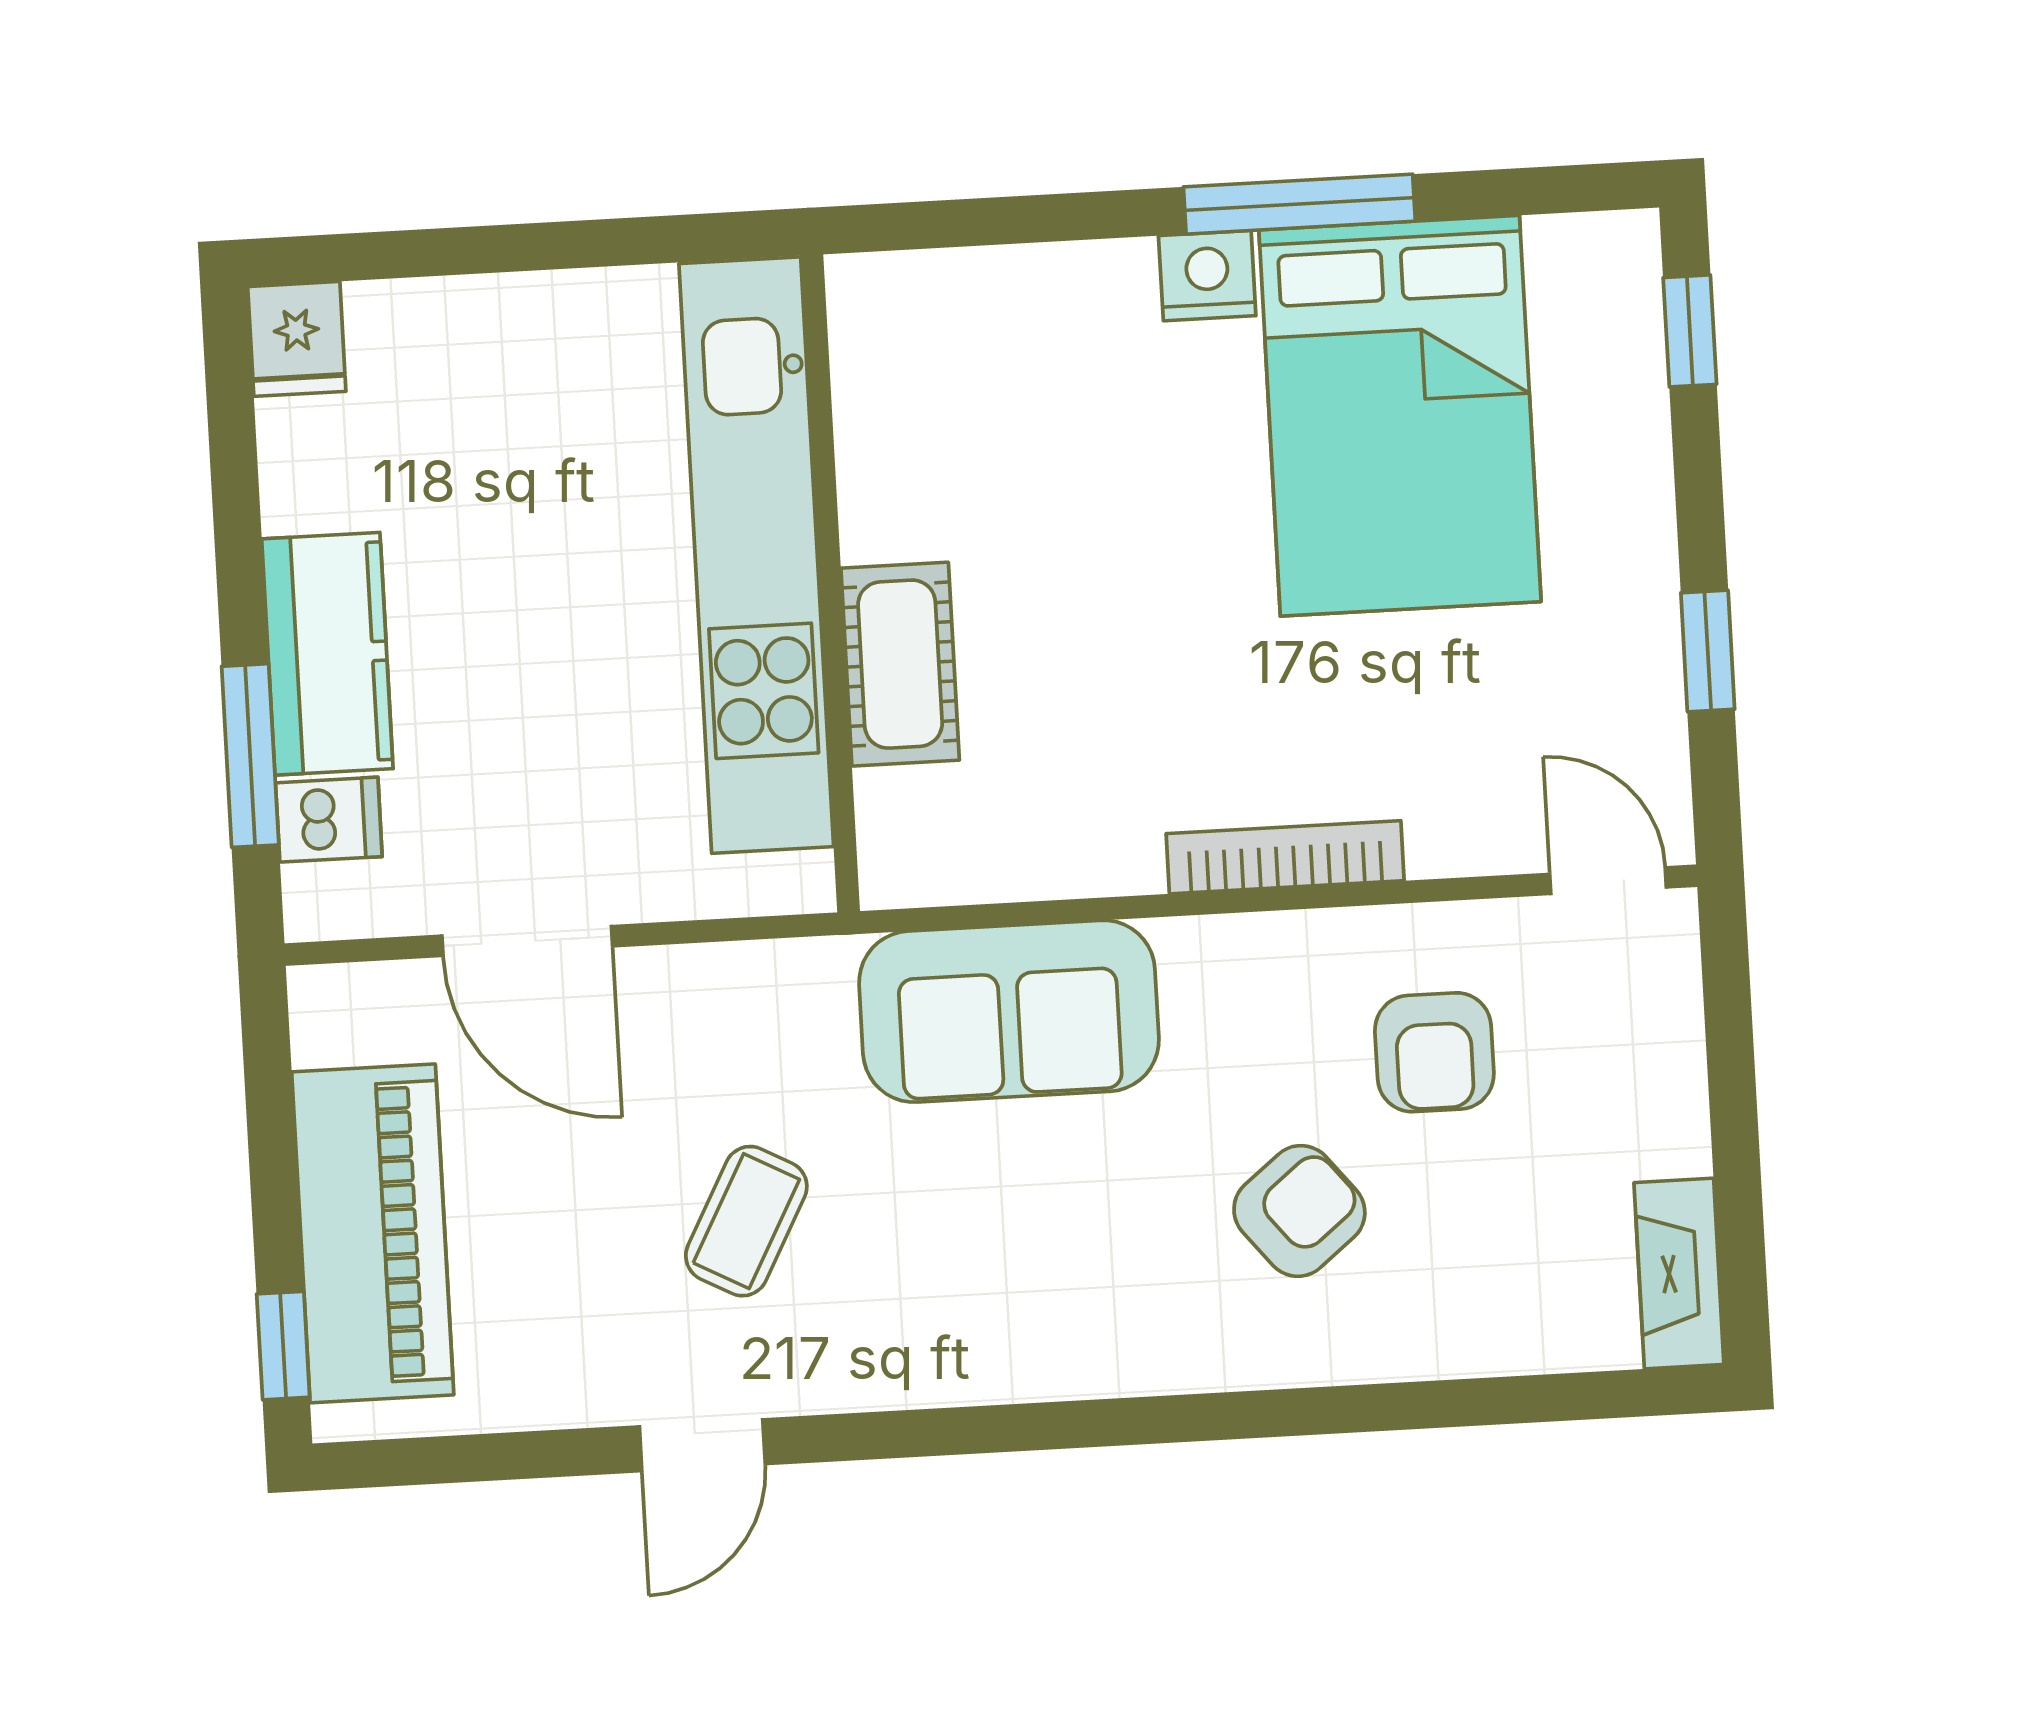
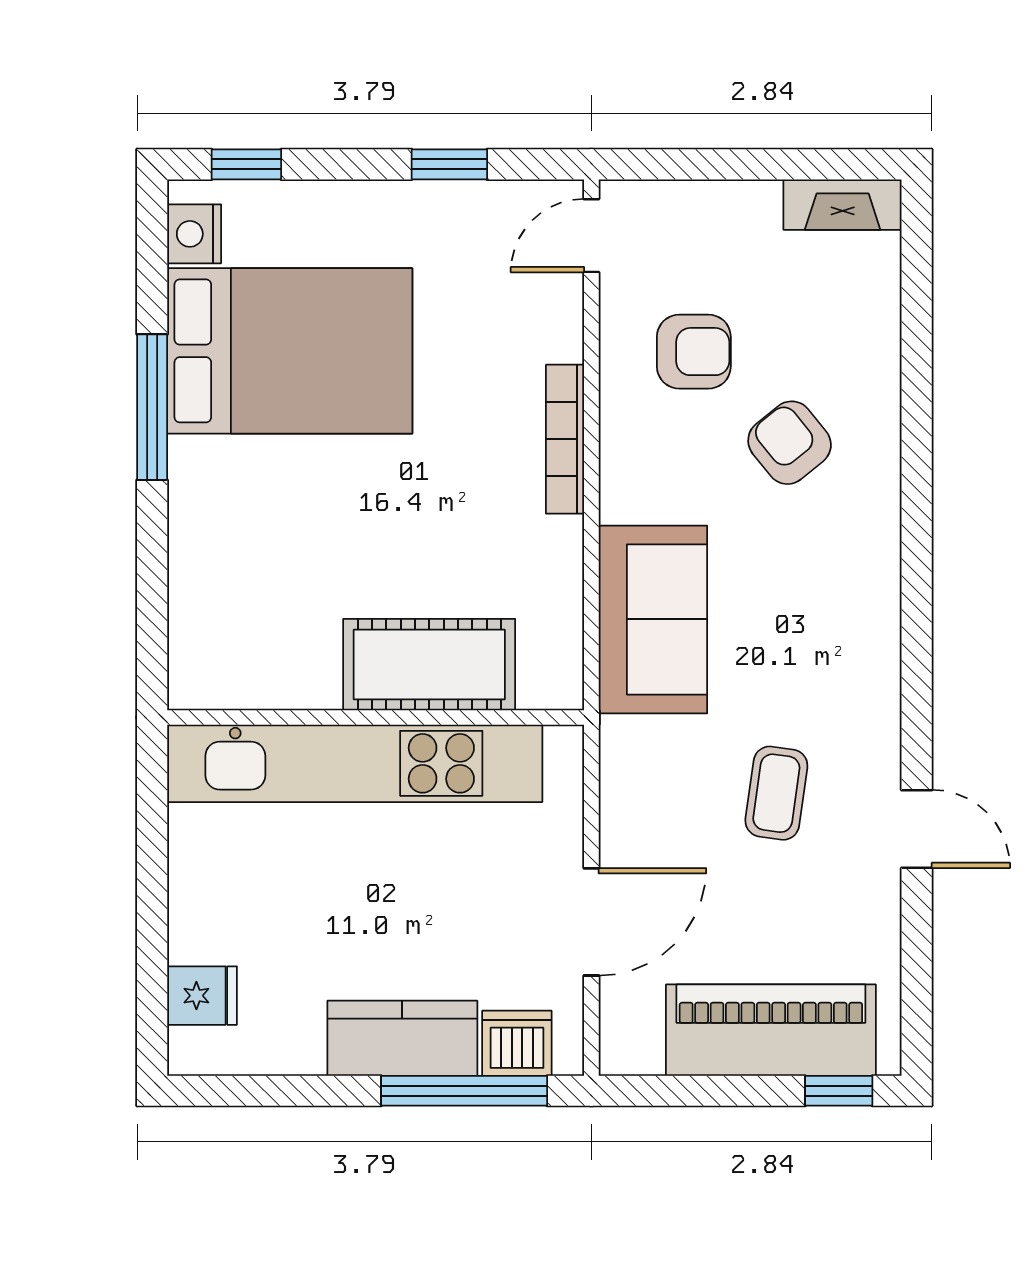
nightstand: (1207, 276) -> (194, 234), moved
fridge: (297, 339) -> (202, 996), moved
cot: (900, 664) -> (429, 665), width x1.37, depth x1.34
window: (250, 756) -> (464, 1091), width x1.44
dishwasher: (329, 820) -> (517, 1043), width x1.38
coffee table: (746, 1221) -> (776, 793), turned 70

